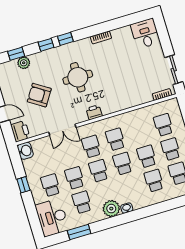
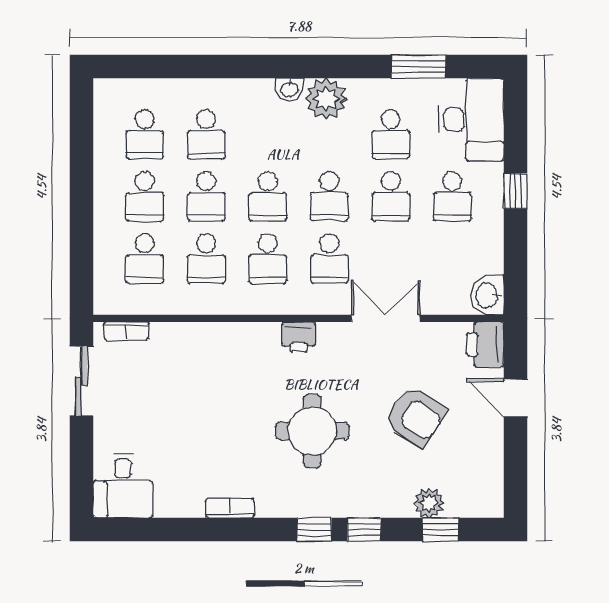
school desk: (139, 132) -> (206, 259), added
window: (23, 185) -> (516, 191), moved

